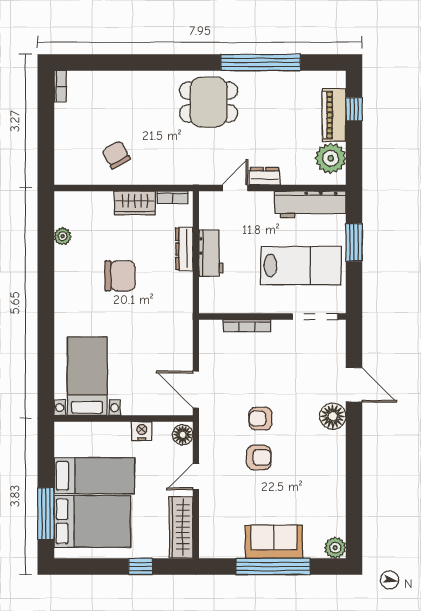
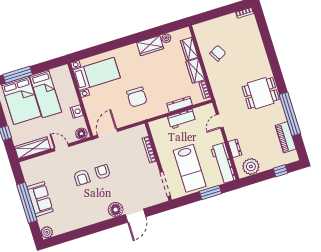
dining table: (209, 102) -> (261, 93), turned 90
piano: (334, 115) -> (286, 137), moved, turned -90
dresser: (265, 176) -> (235, 148), moved
door: (235, 188) -> (220, 121), swing flipped
wardrobe: (94, 202) -> (189, 49), added
wardrobe: (67, 268) -> (150, 46), added
chair: (120, 276) -> (137, 97), moved

